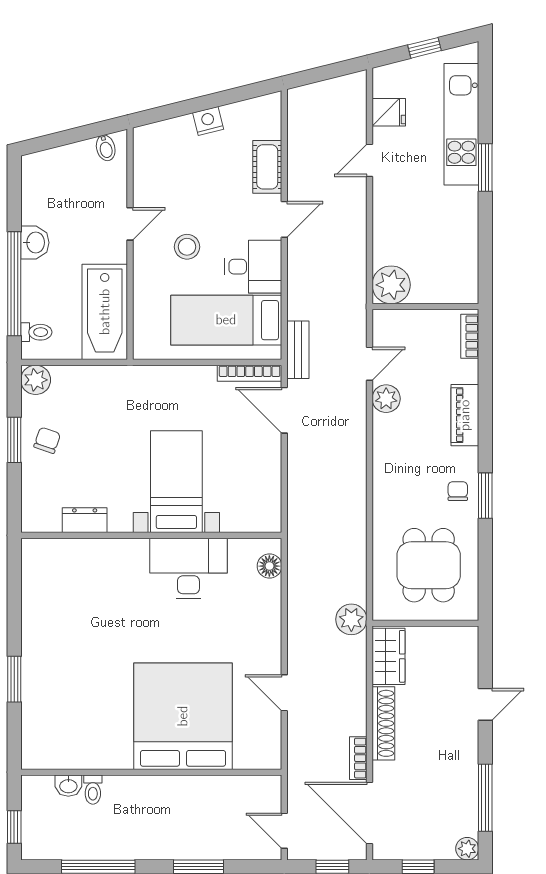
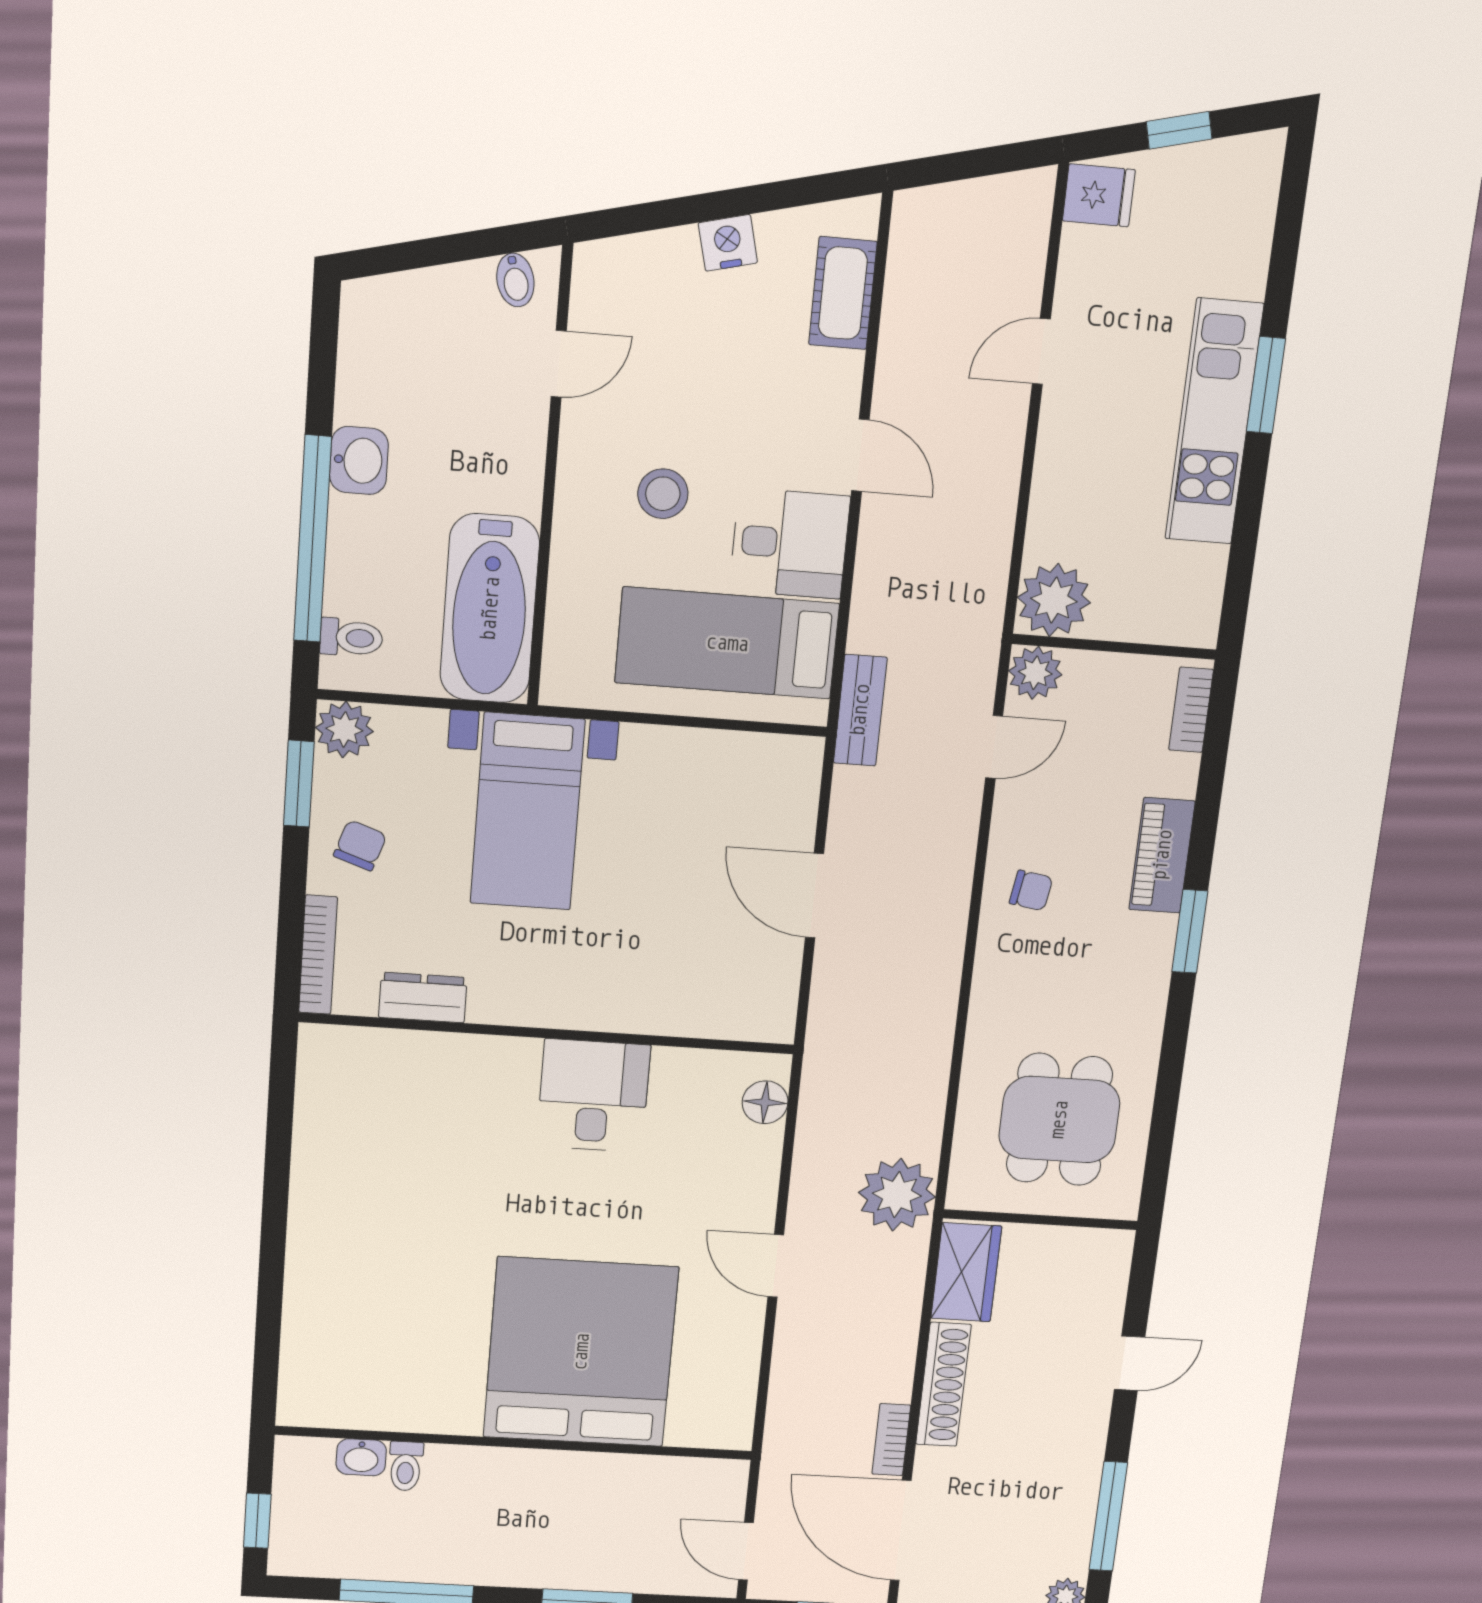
fridge: (389, 112) -> (1099, 195), moved
kitchen unit: (461, 124) -> (1214, 422), moved
cot: (267, 167) -> (843, 293), moved
door: (284, 219) -> (860, 455), hinge flipped
door: (130, 224) -> (559, 364), moved
bookcase: (250, 373) -> (318, 955), moved, turned -90
plant: (386, 399) -> (1035, 673), moved
door: (284, 410) -> (814, 896), moved
window: (14, 440) -> (299, 784), moved
bed with nightstands: (176, 482) -> (527, 812), moved, turned 180
chair: (458, 491) -> (1031, 890), moved, turned 99
window: (485, 496) -> (1190, 931), moved
desk: (188, 568) -> (593, 1096), width x0.73
plant: (351, 619) -> (897, 1195), width x1.36, depth x1.36
window: (14, 679) -> (271, 1271), removed
door: (284, 693) -> (776, 1266), moved

